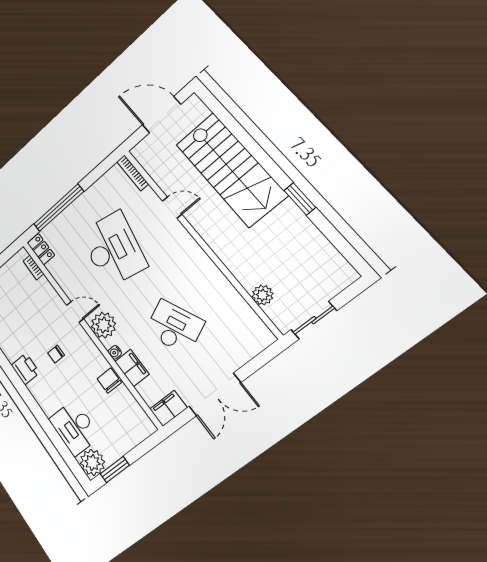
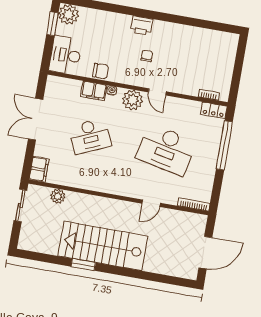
stairs: (231, 169) -> (103, 246), moved
door: (75, 312) -> (157, 92), hinge flipped
printer: (25, 369) -> (142, 26), moved
filing cabinet: (168, 408) -> (39, 169), moved
desk: (74, 428) -> (66, 55), moved, turned -90

